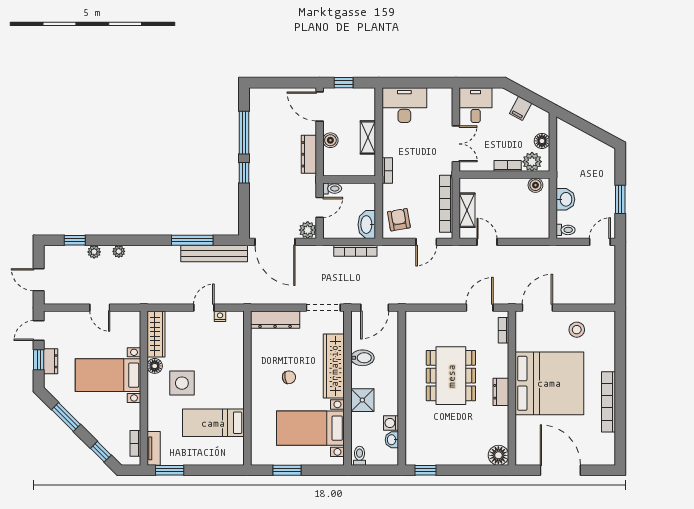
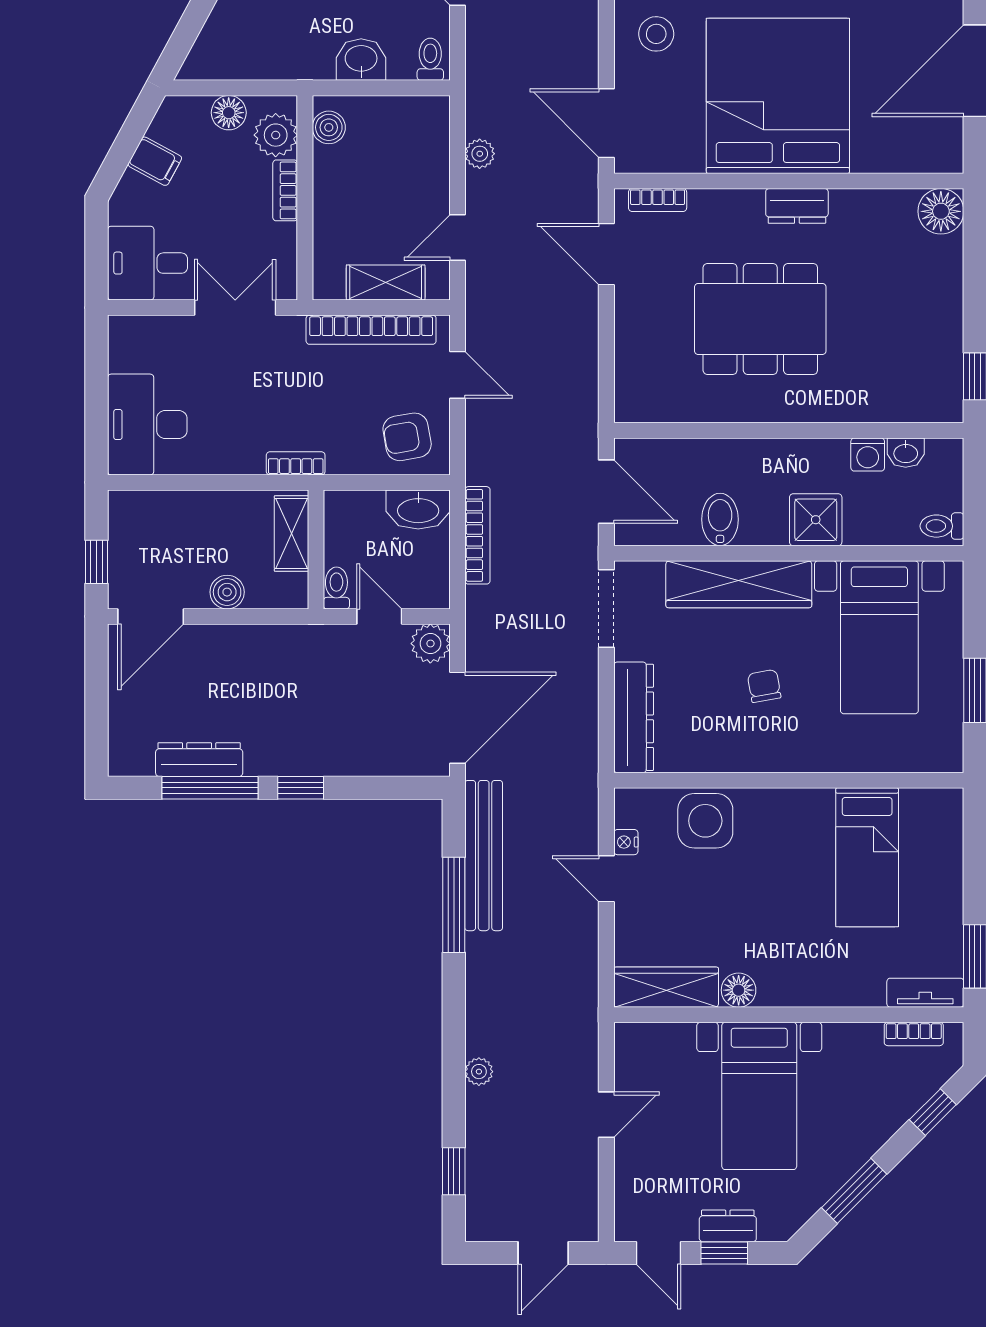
shelving: (368, 137) -> (292, 534), moved, turned 90
dresser: (309, 154) -> (199, 760), moved, turned 180
plant: (94, 252) -> (480, 154), moved
side table: (182, 383) -> (705, 821), moved

